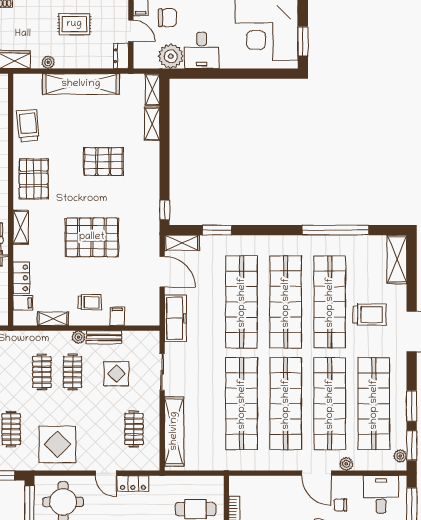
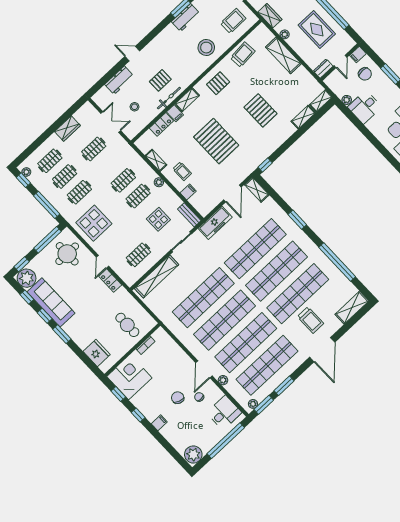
rug: (74, 24) -> (317, 29), width x1.36, depth x1.43
plant: (171, 56) -> (347, 100), width x0.53, depth x0.53
shelving: (81, 84) -> (283, 55), width x0.68
pallet: (34, 179) -> (218, 83), width x0.67, depth x0.71
window: (217, 230) -> (297, 220), moved
filing cabinet: (23, 303) -> (175, 113), moved
bench: (104, 337) -> (189, 215), moved

